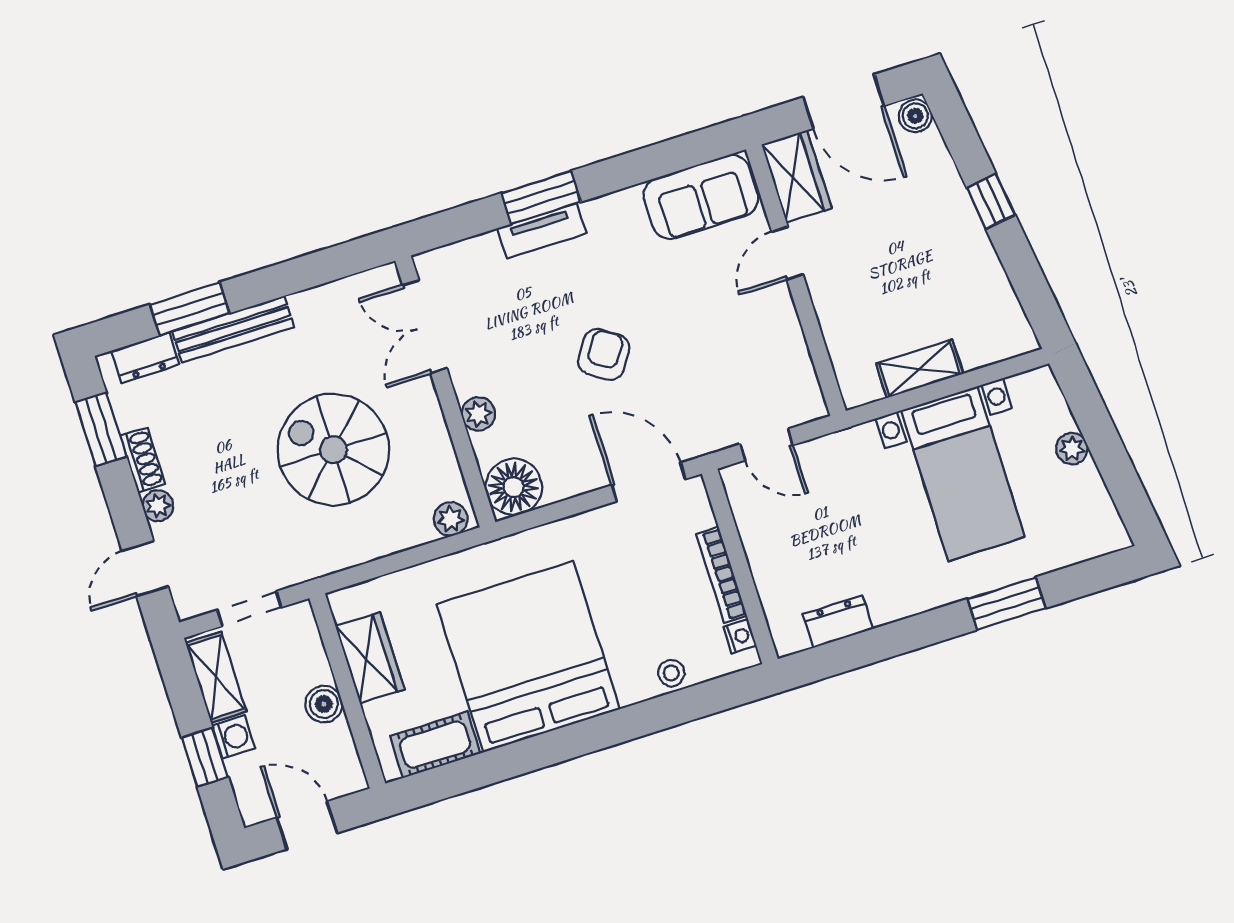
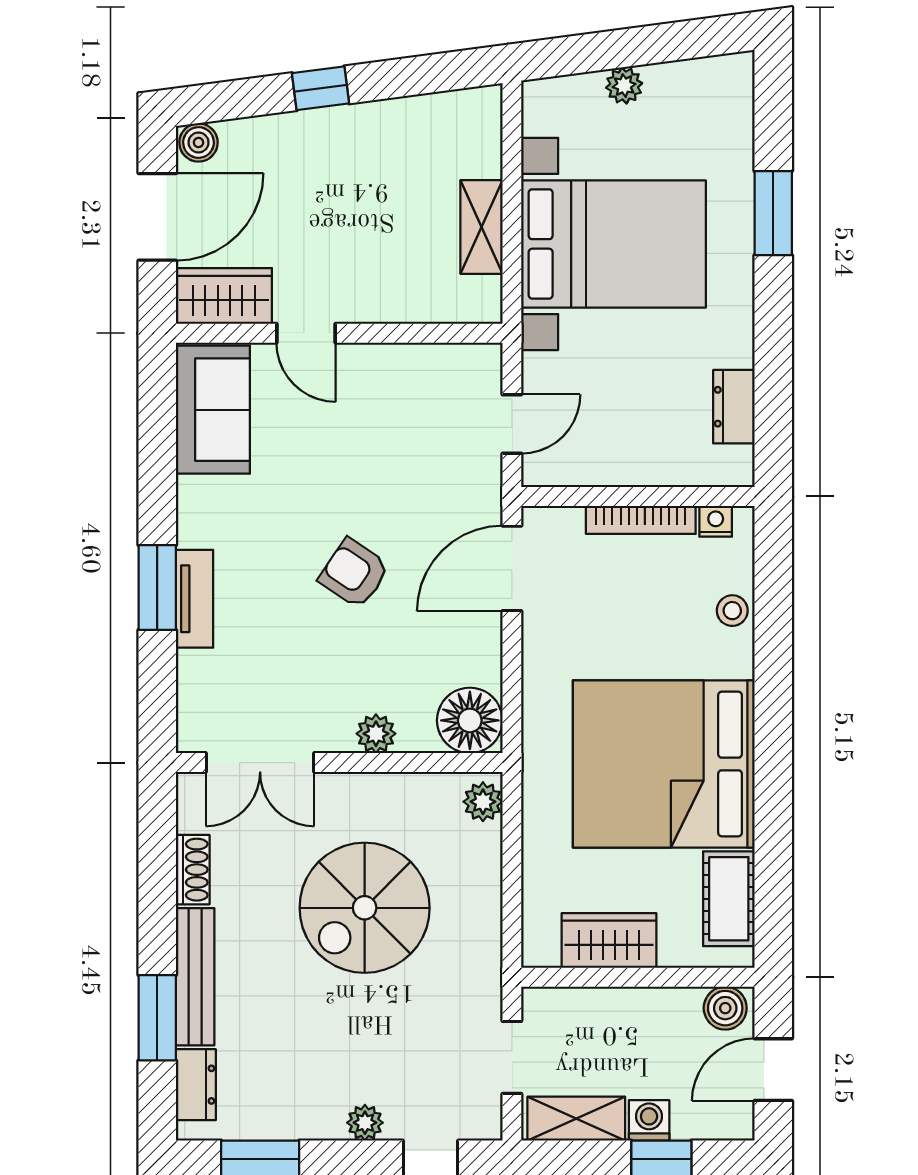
shoe rack: (142, 460) -> (193, 870), moved, turned 90
bed with nightstands: (963, 474) -> (614, 244), width x1.36
boiler: (324, 704) -> (725, 1008), moved

